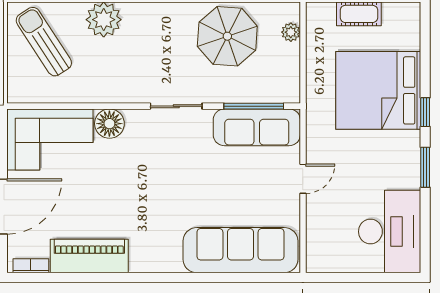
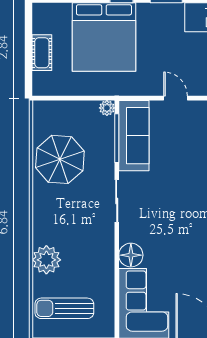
plant: (291, 32) -> (107, 108), moved
sun lounger: (44, 42) -> (64, 308), turned 33

